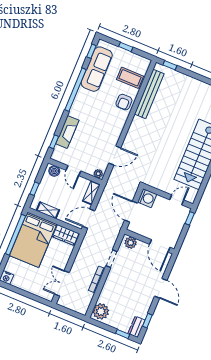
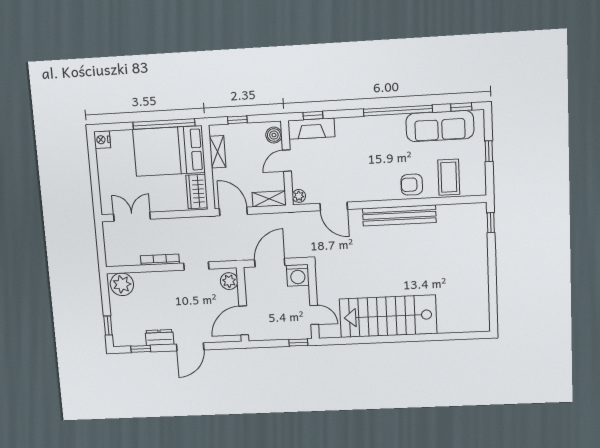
bench: (149, 94) -> (399, 215), moved
fireplace: (67, 132) -> (311, 129), moved
dresser: (137, 327) -> (160, 337), moved

